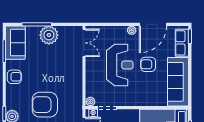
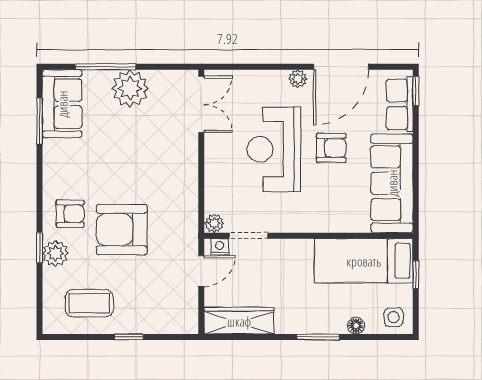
armchair: (148, 64) -> (331, 148), turned 180
reception desk: (120, 65) -> (274, 149), turned 180
armchair: (14, 77) -> (70, 214), moved

